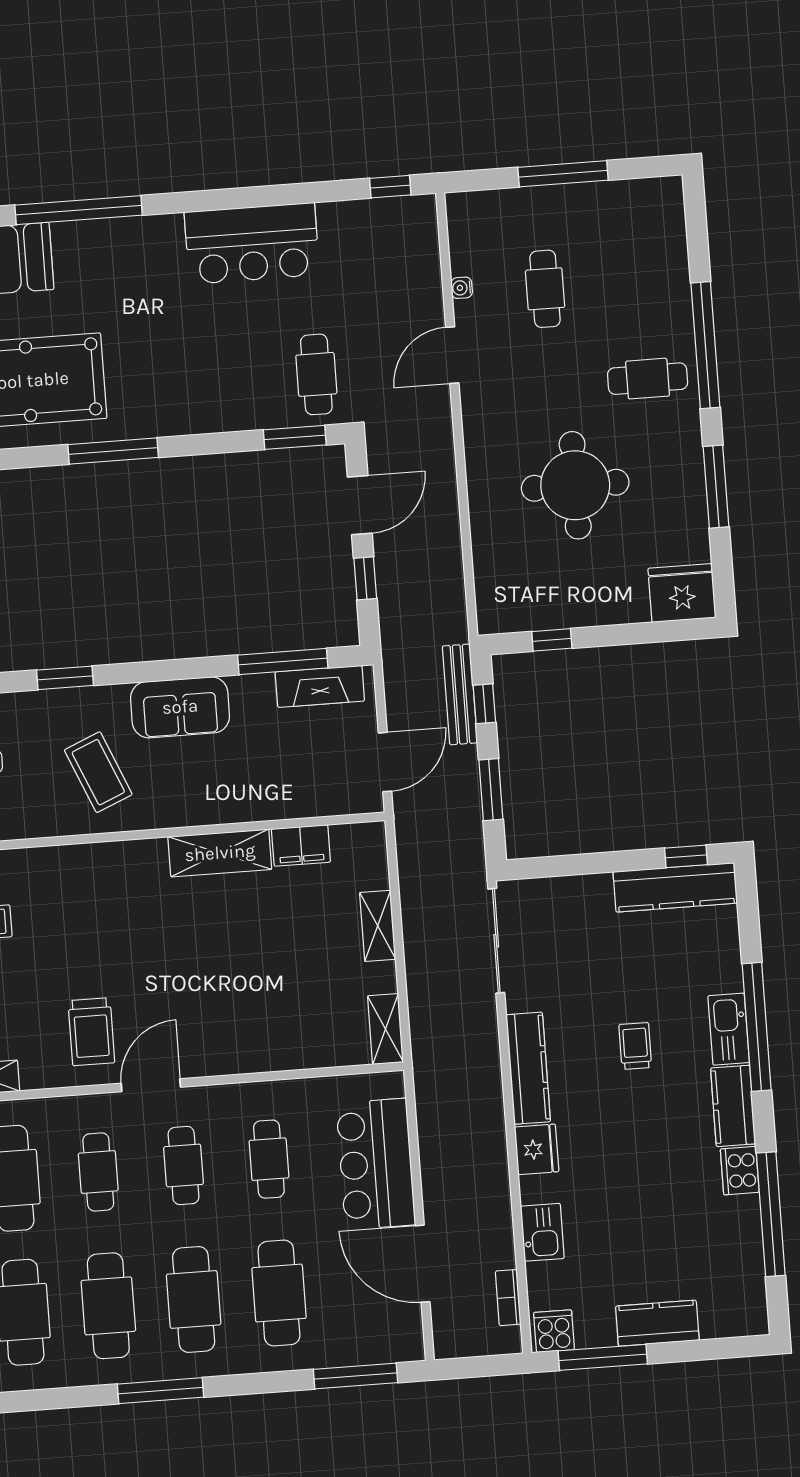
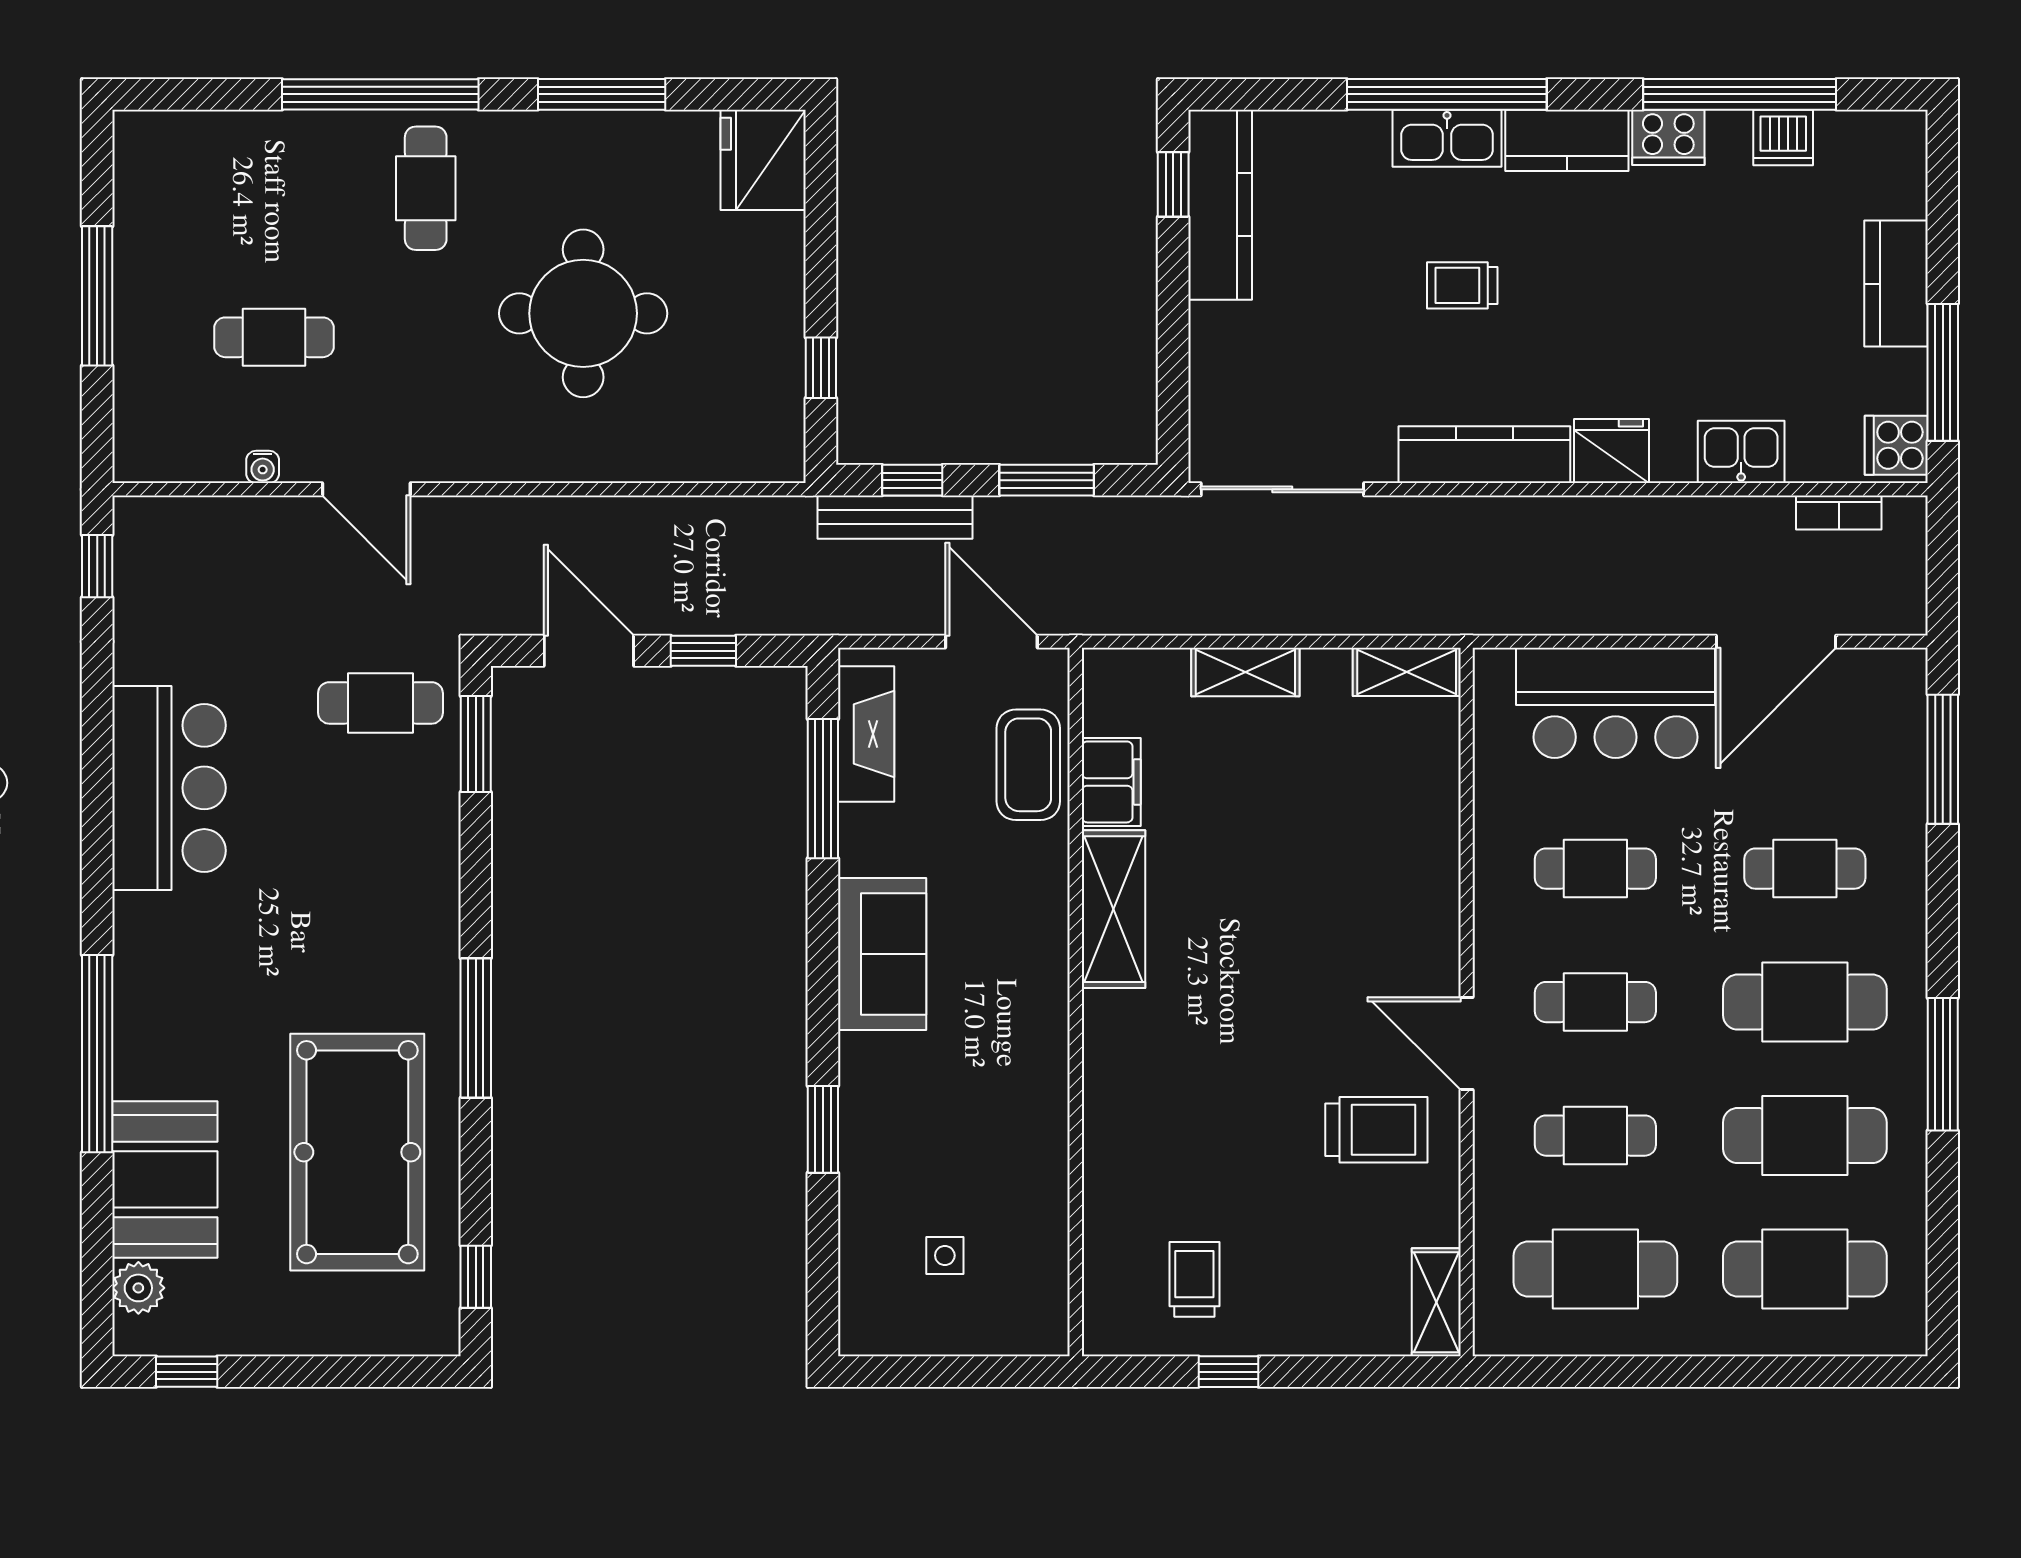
coffee table: (98, 772) -> (1028, 765), moved, turned -67
dishwasher: (745, 1244) -> (1783, 137), added
cafe table: (279, 1293) -> (1805, 869), width x0.73, depth x0.74

